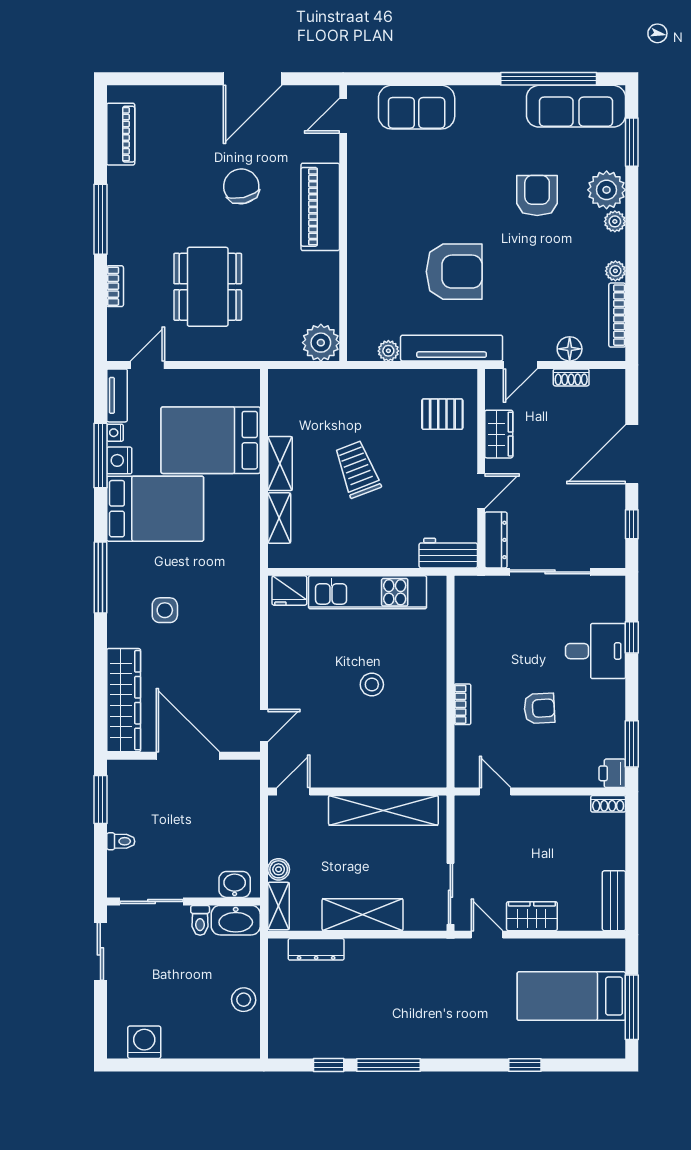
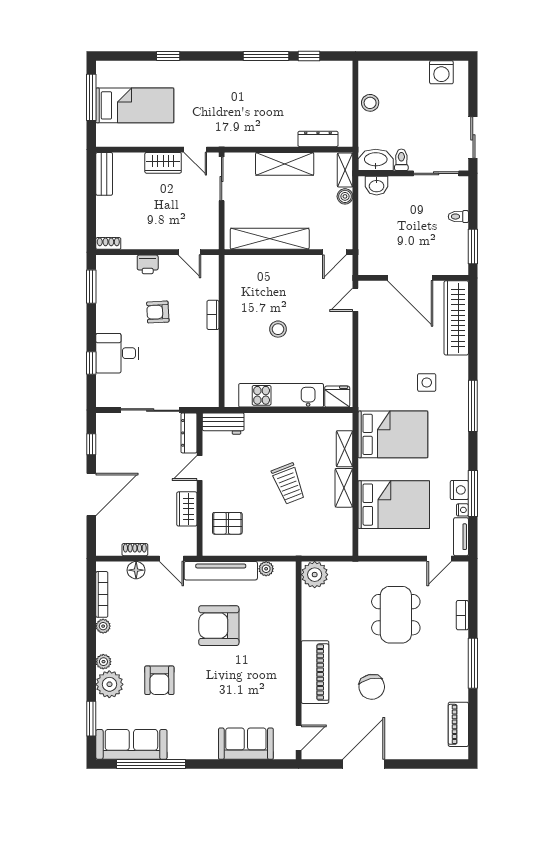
door: (520, 365) -> (171, 559), swing flipped
bed: (155, 509) -> (393, 434), moved, turned 180
printer: (612, 773) -> (148, 264), moved, turned 90

